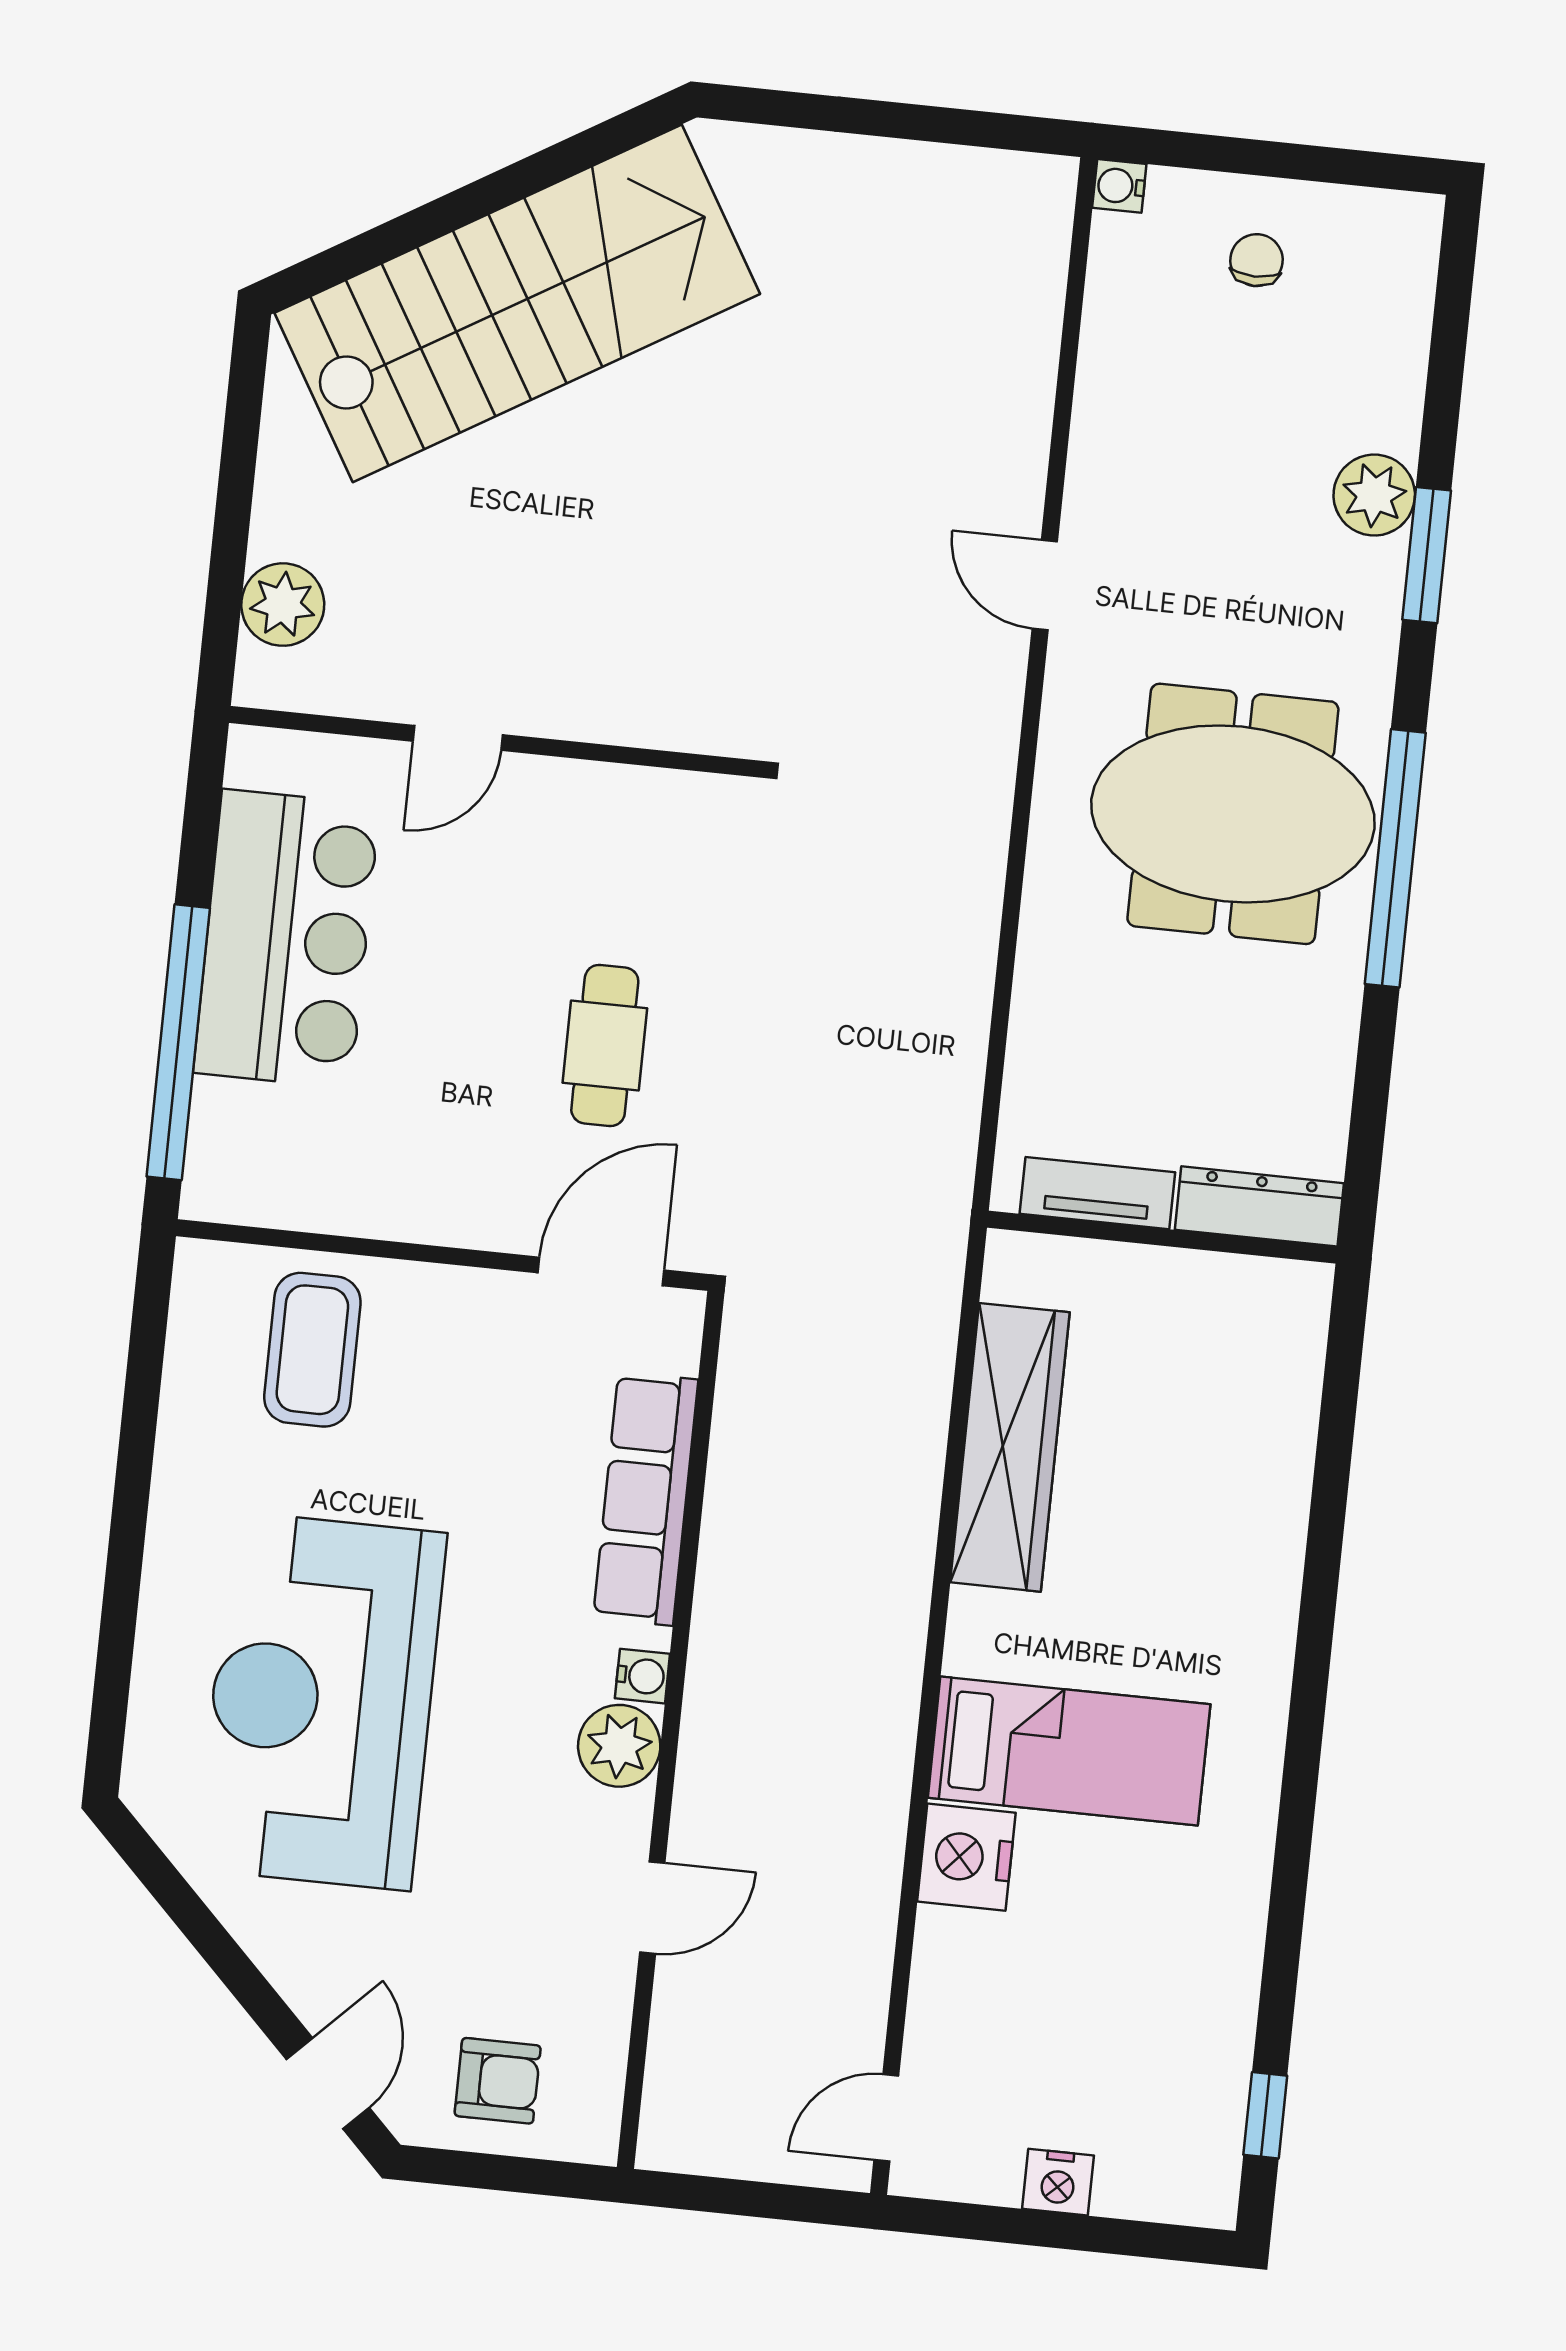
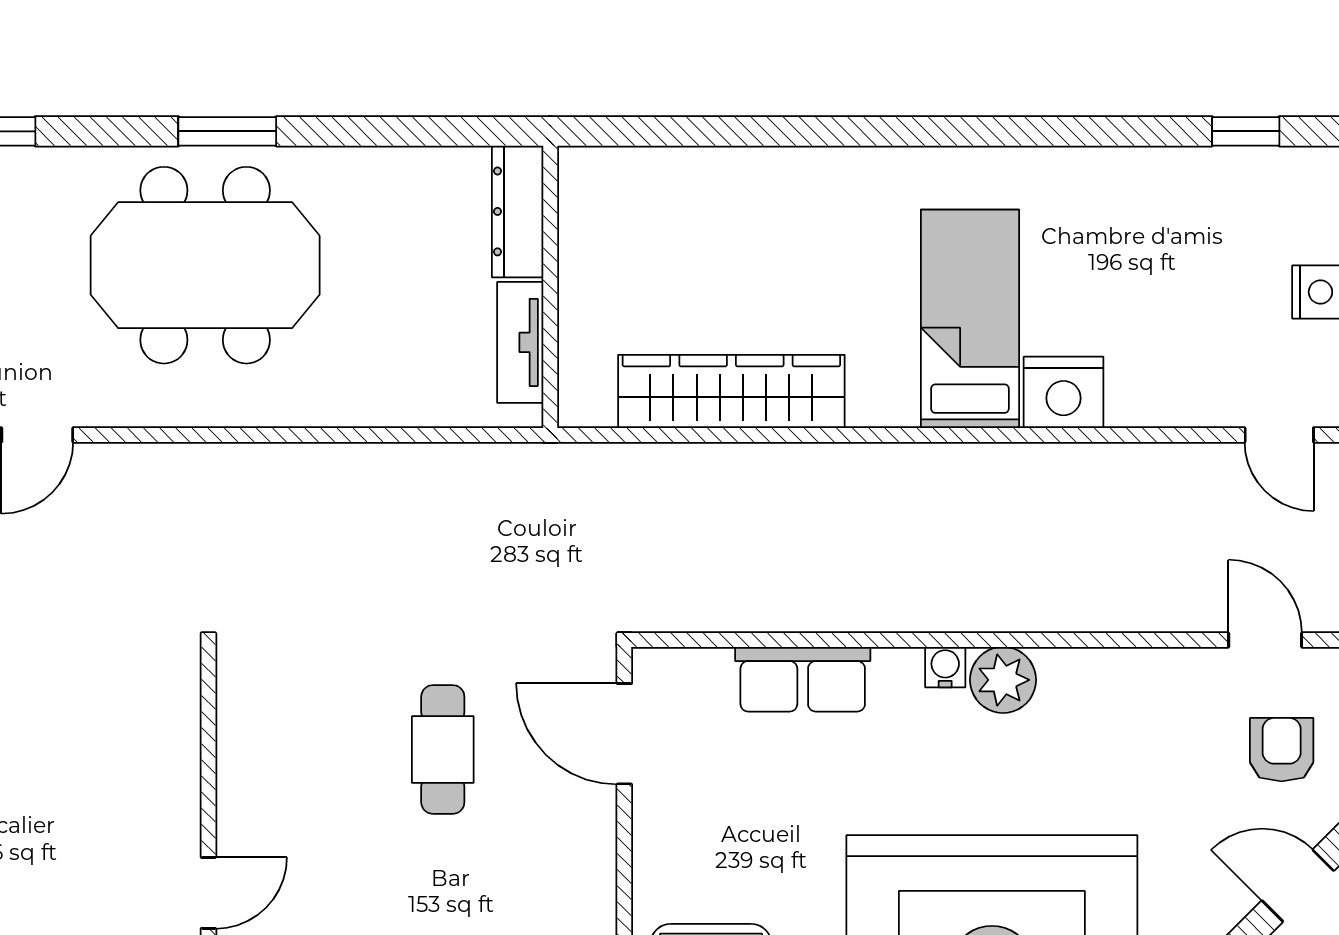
door: (458, 738) -> (208, 893), hinge flipped
meeting table: (1233, 814) -> (205, 265), turned 90
window: (1395, 858) -> (227, 131), width x0.47
cafe table: (605, 1045) -> (443, 749), turned 90
row of seats: (646, 1499) -> (803, 679), width x0.68
door: (652, 1908) -> (1265, 640), moved

